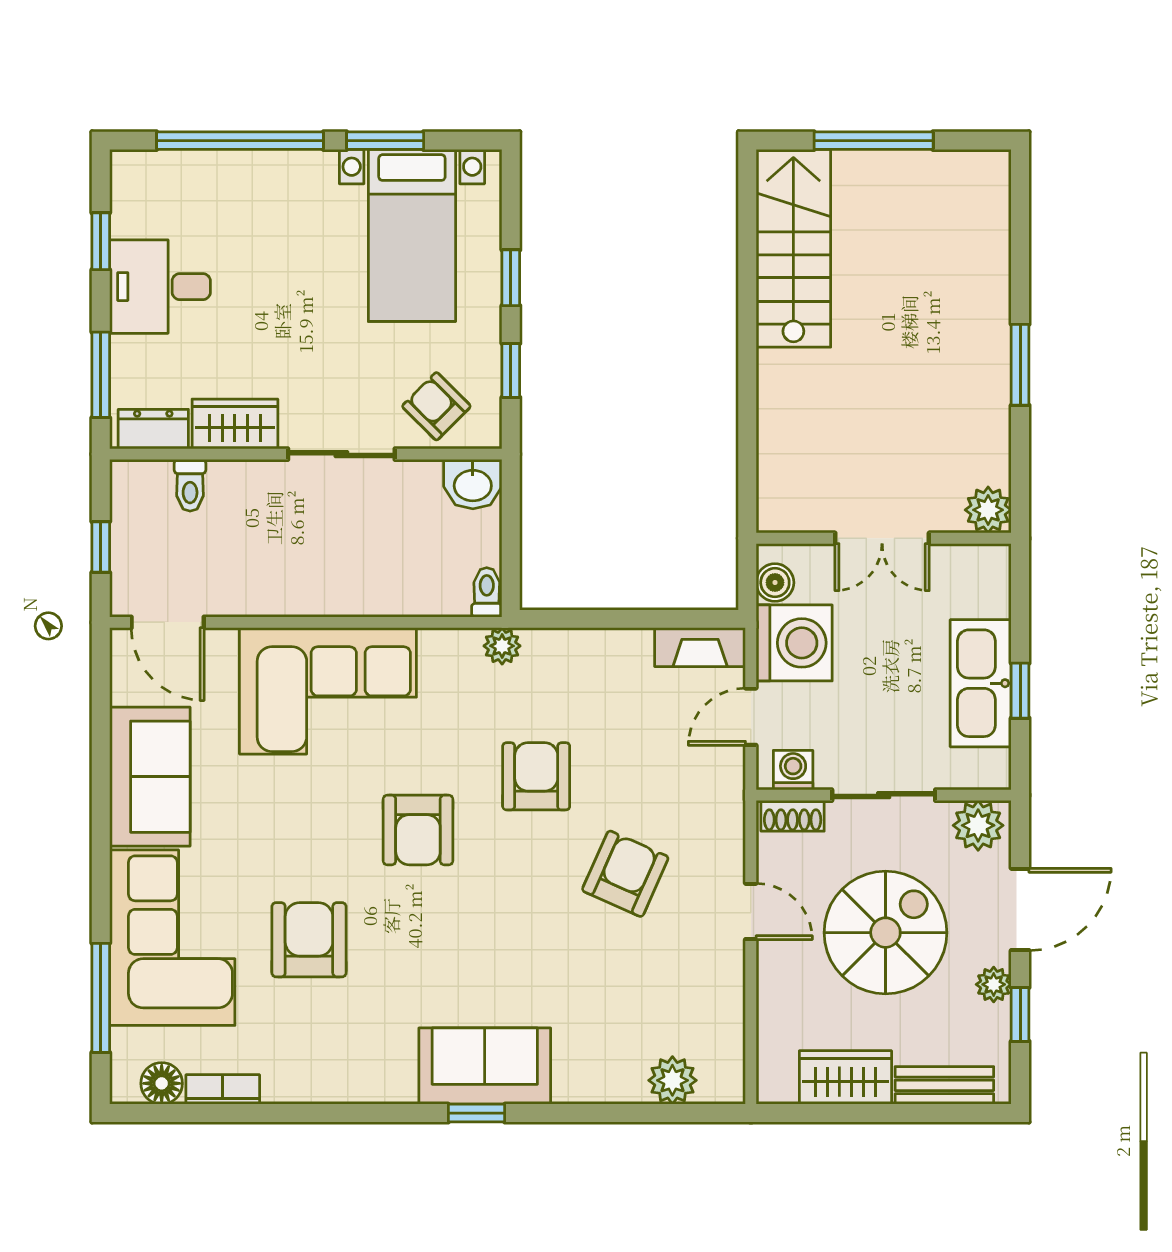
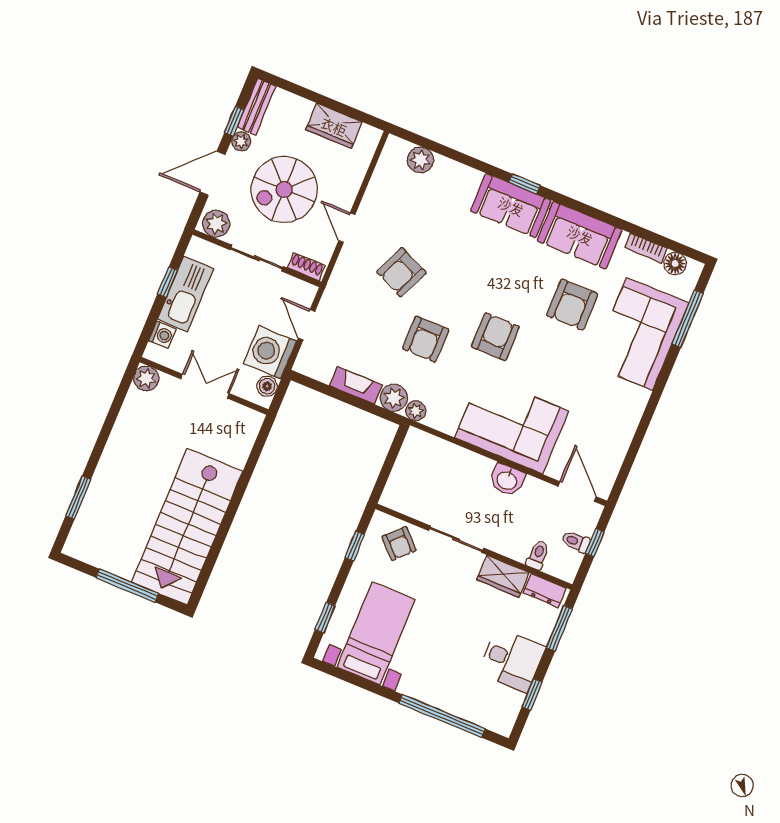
window: (385, 141) -> (370, 686), removed
stairs: (793, 248) -> (187, 527), width x1.36, depth x1.51
window: (511, 278) -> (325, 618), moved
window: (1020, 365) -> (78, 498), moved
washbasin: (473, 484) -> (507, 480), moved, turned 180
toilet: (487, 592) -> (576, 542), moved, turned 90
fireplace: (700, 647) -> (356, 385), moved
plant: (549, 653) -> (394, 398), added
door: (751, 717) -> (307, 325), swing flipped
washing machine: (793, 770) -> (162, 335), moved, turned -90
sofa: (150, 777) -> (580, 235), moved, turned -90
bench: (944, 1085) -> (256, 107), moved, turned 90

